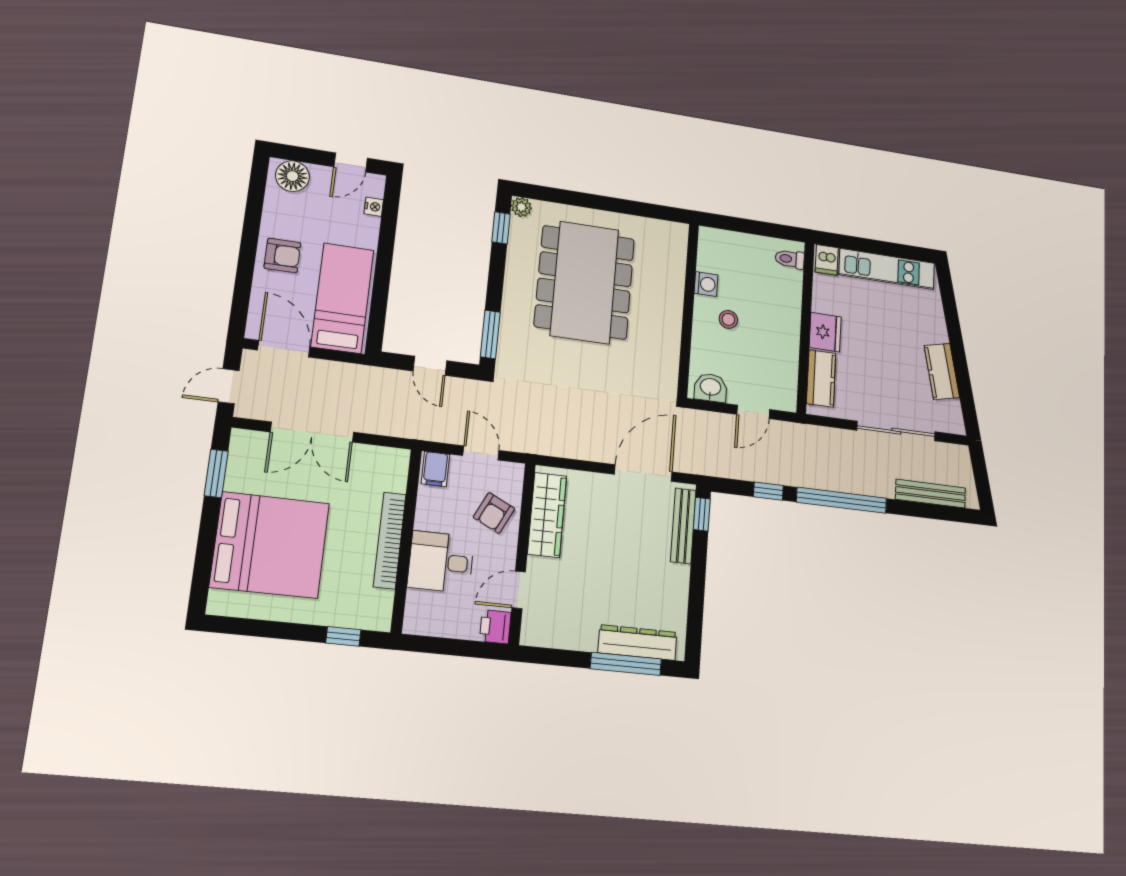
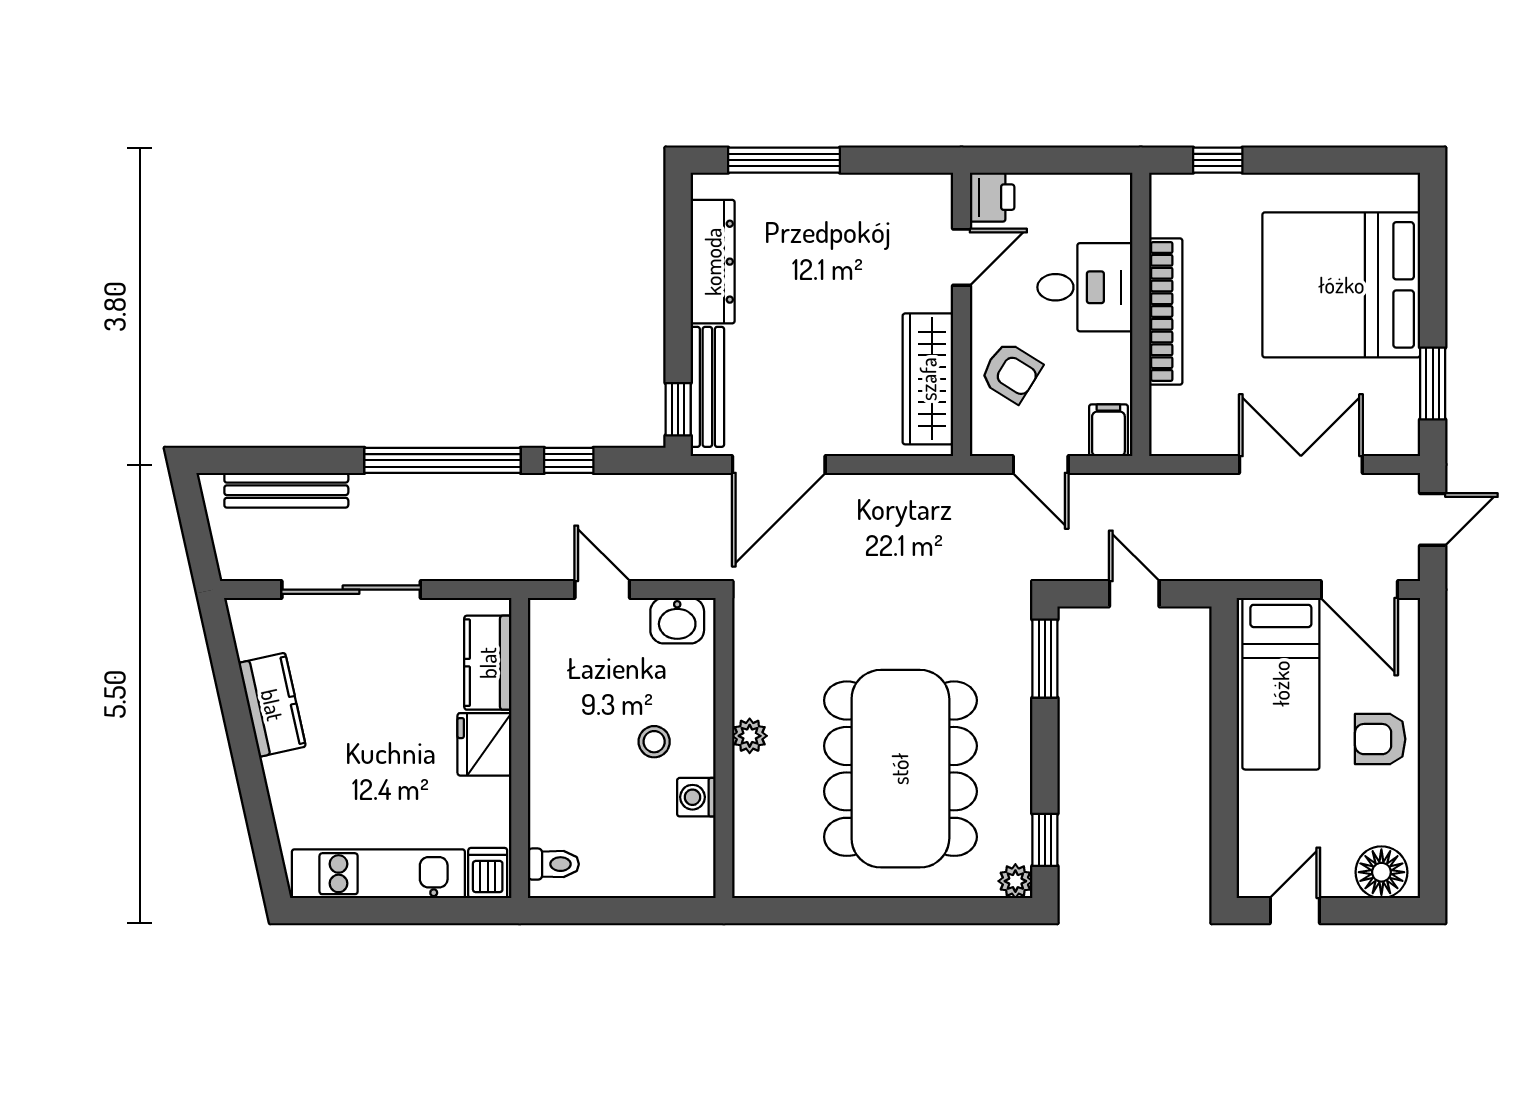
nightstand: (374, 207) -> (1250, 842), removed
plant: (673, 315) -> (750, 736), added
door: (753, 412) -> (602, 590), hinge flipped
armchair: (494, 513) -> (1011, 372), turned 96
dresser: (638, 643) -> (713, 262), moved, turned -90

